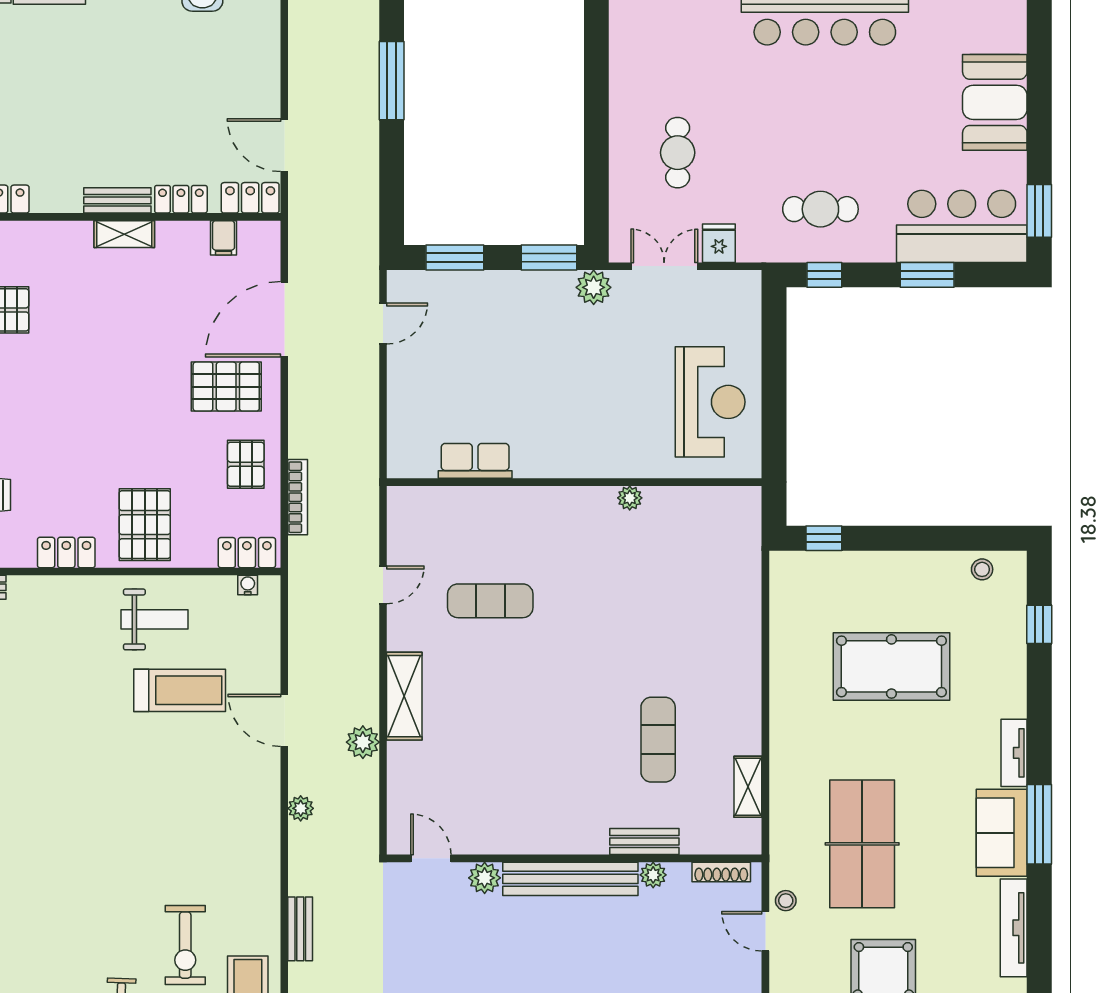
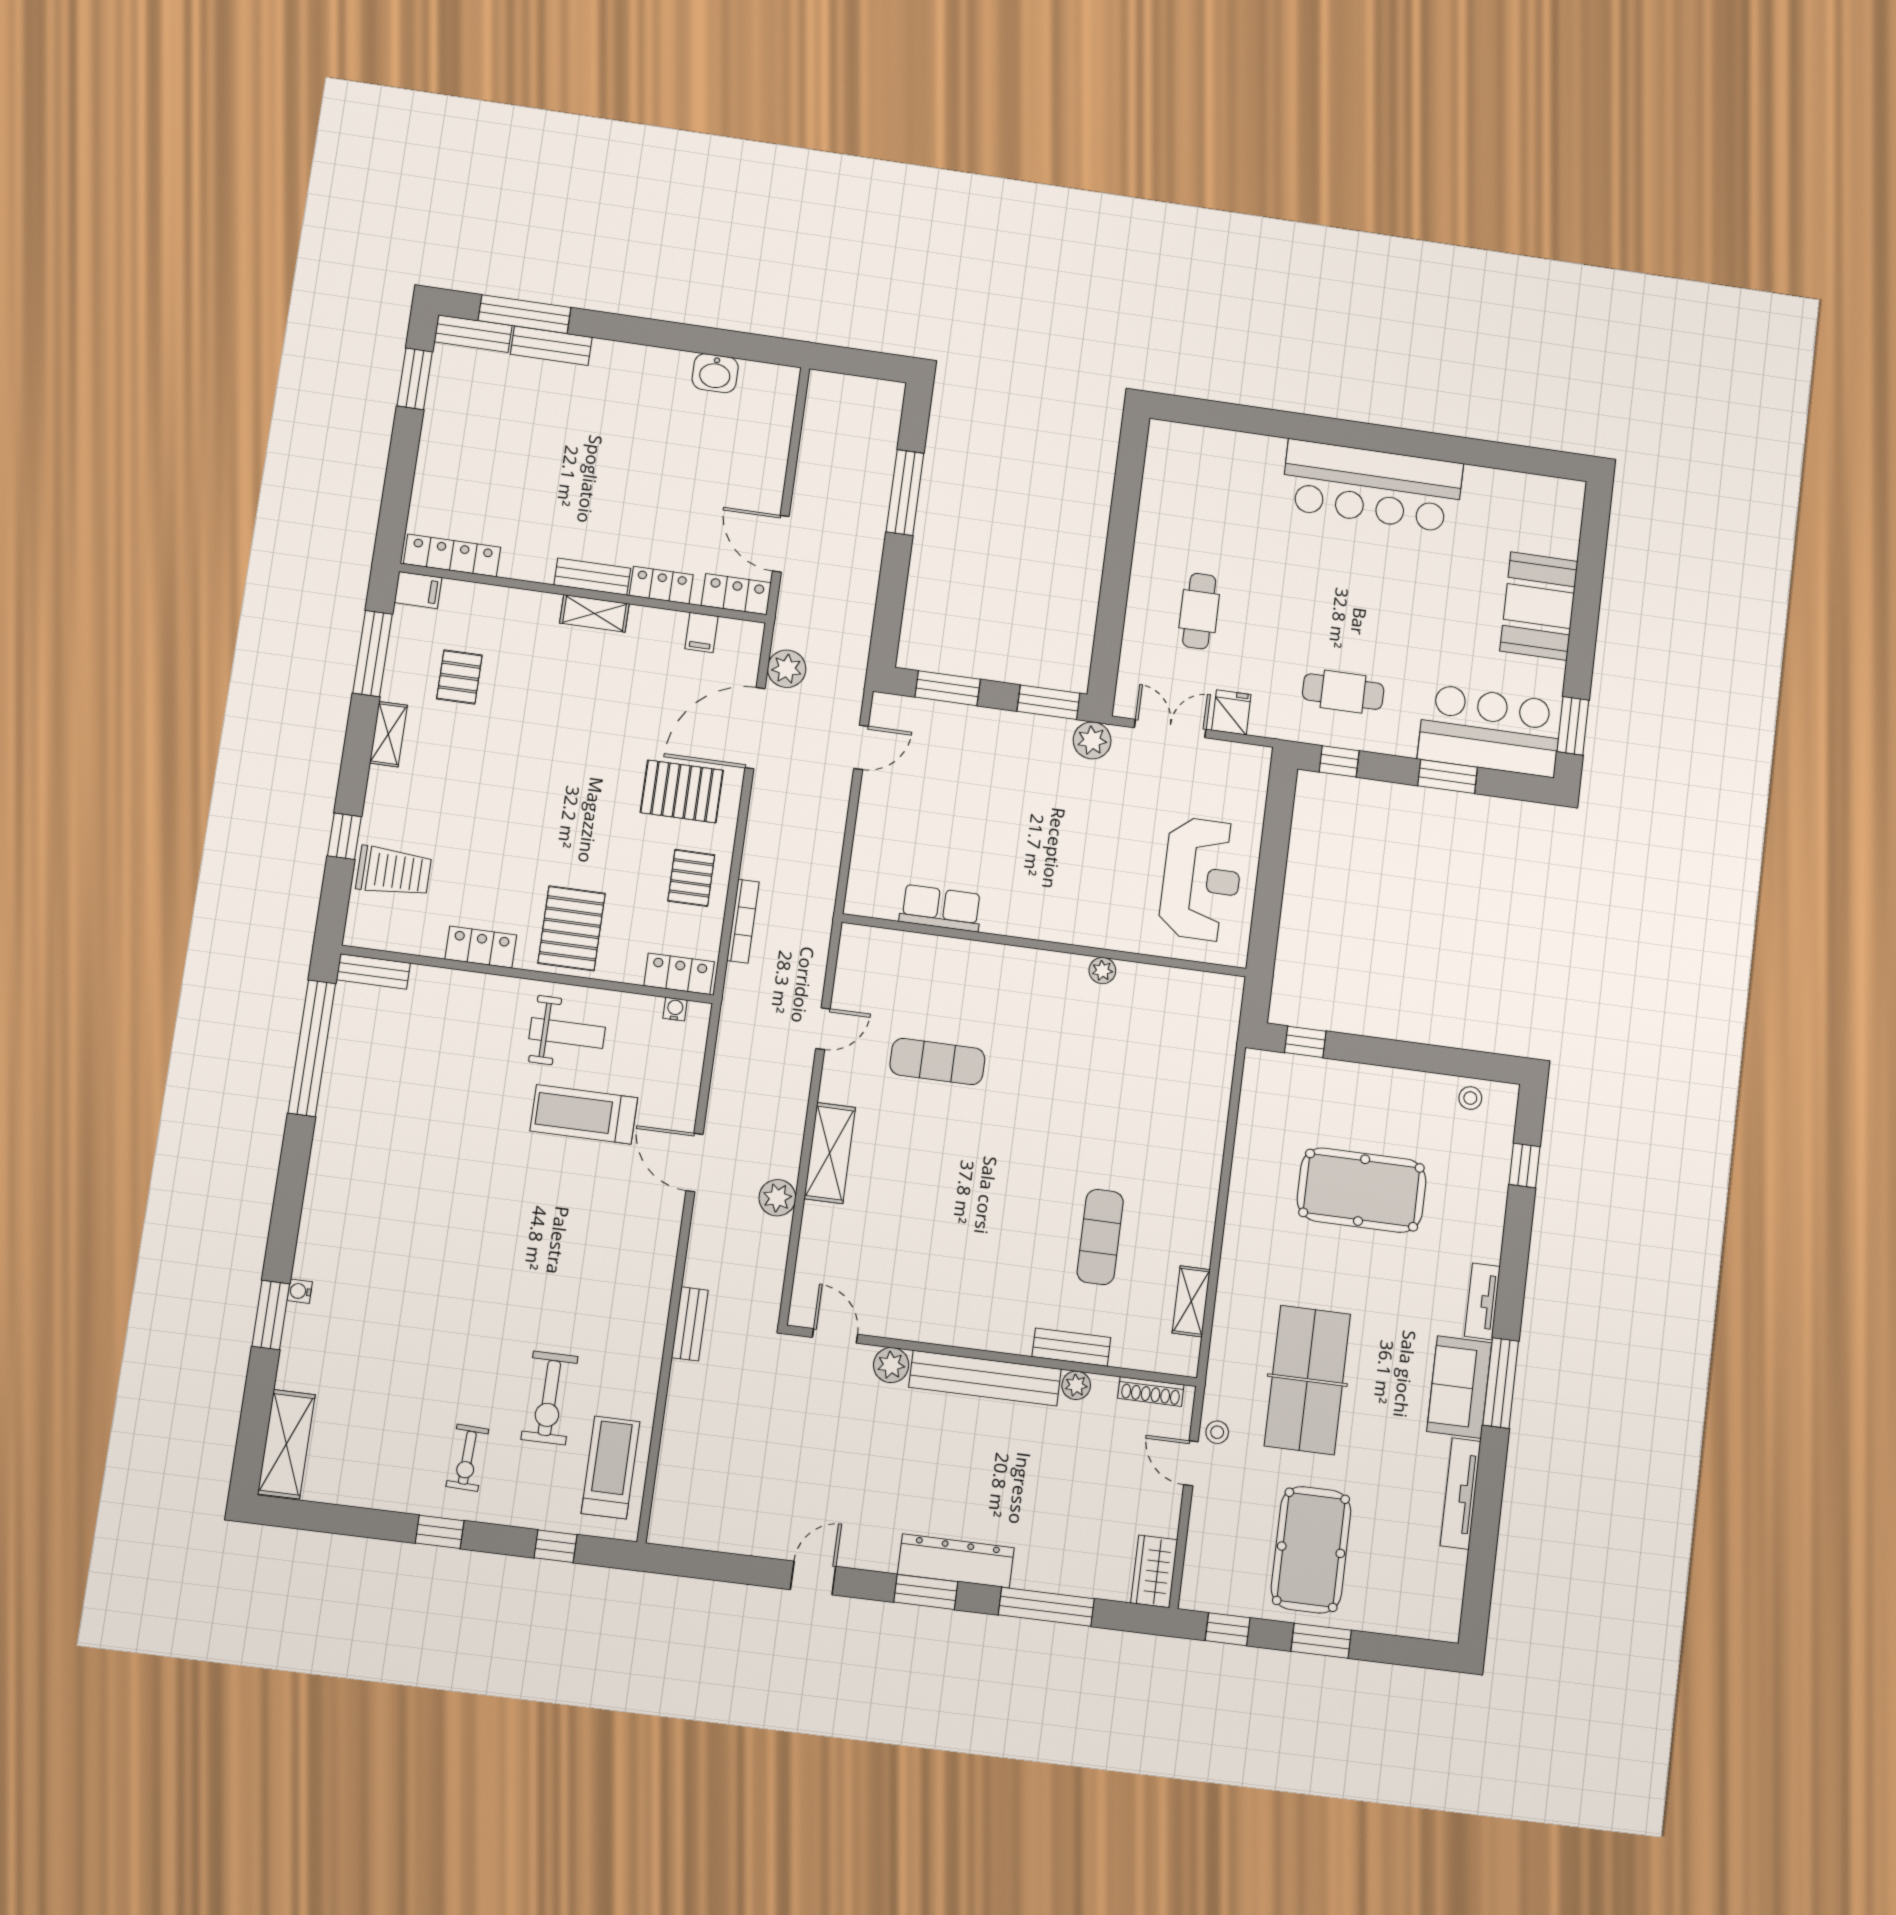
treadmill: (180, 690) -> (584, 1114), turned 180
plant: (301, 808) -> (787, 669), moved, width x1.38, depth x1.38
bench: (300, 929) -> (690, 1324), moved

